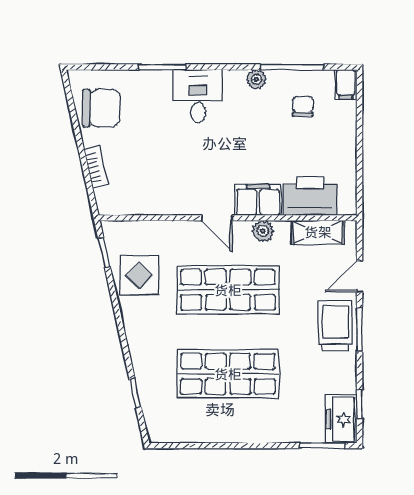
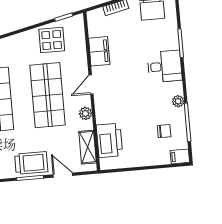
filing cabinet: (258, 200) -> (99, 51), moved

